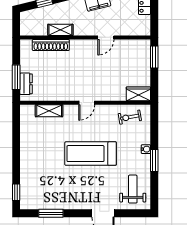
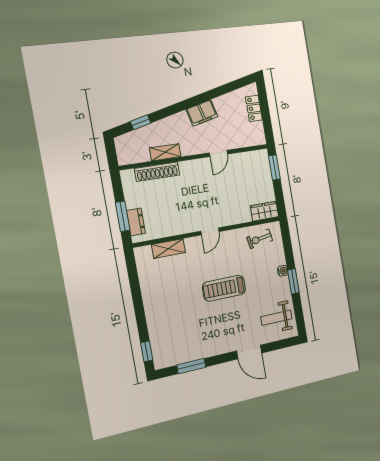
treadmill: (91, 154) -> (224, 288), width x0.73, depth x0.73
weight bench: (133, 189) -> (276, 318), turned -90

